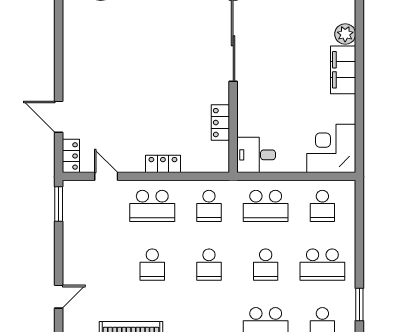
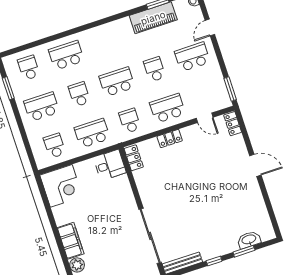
door: (59, 117) -> (255, 165), moved
locker: (220, 123) -> (134, 158), moved
school desk: (96, 265) -> (192, 57), added
school desk: (209, 265) -> (117, 82), width x1.85

